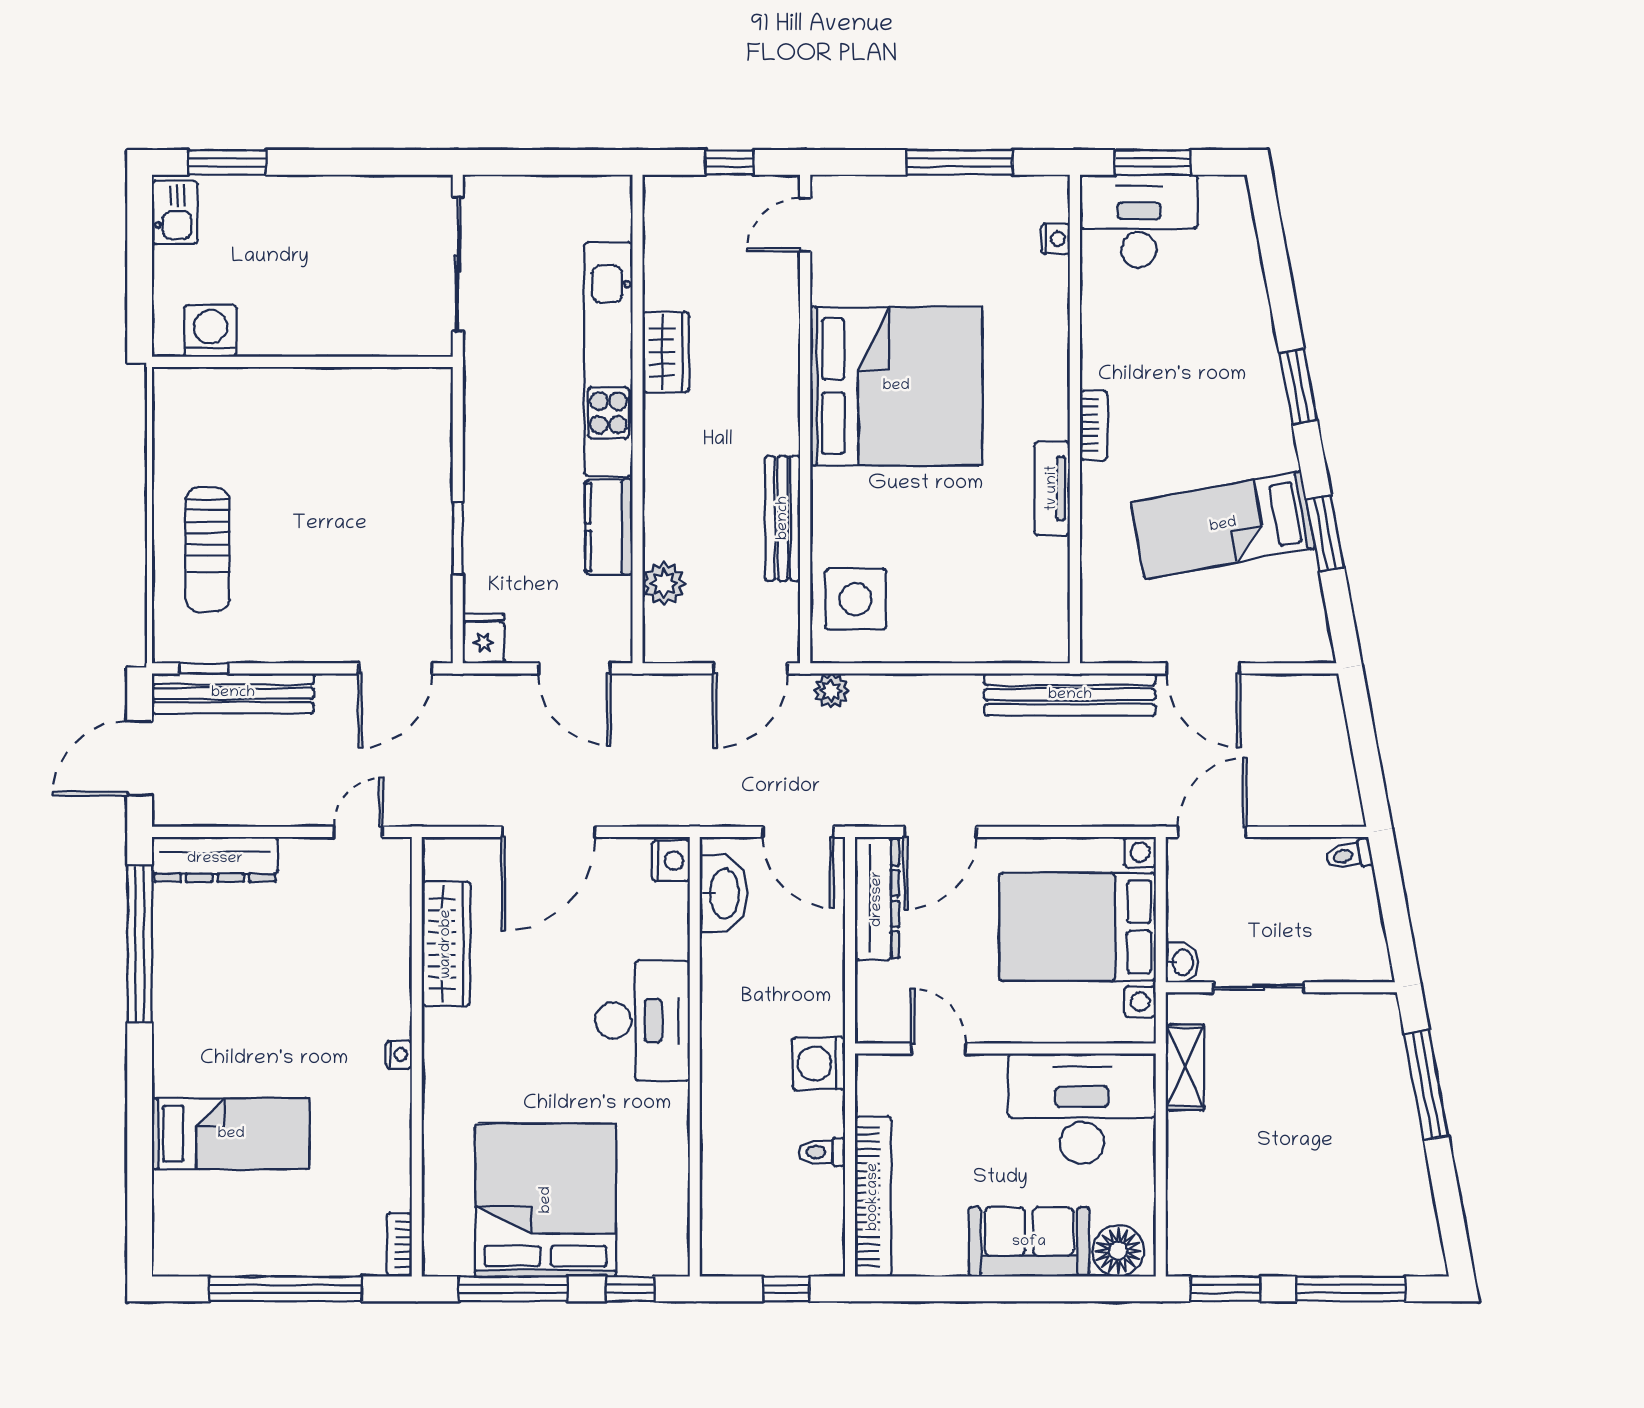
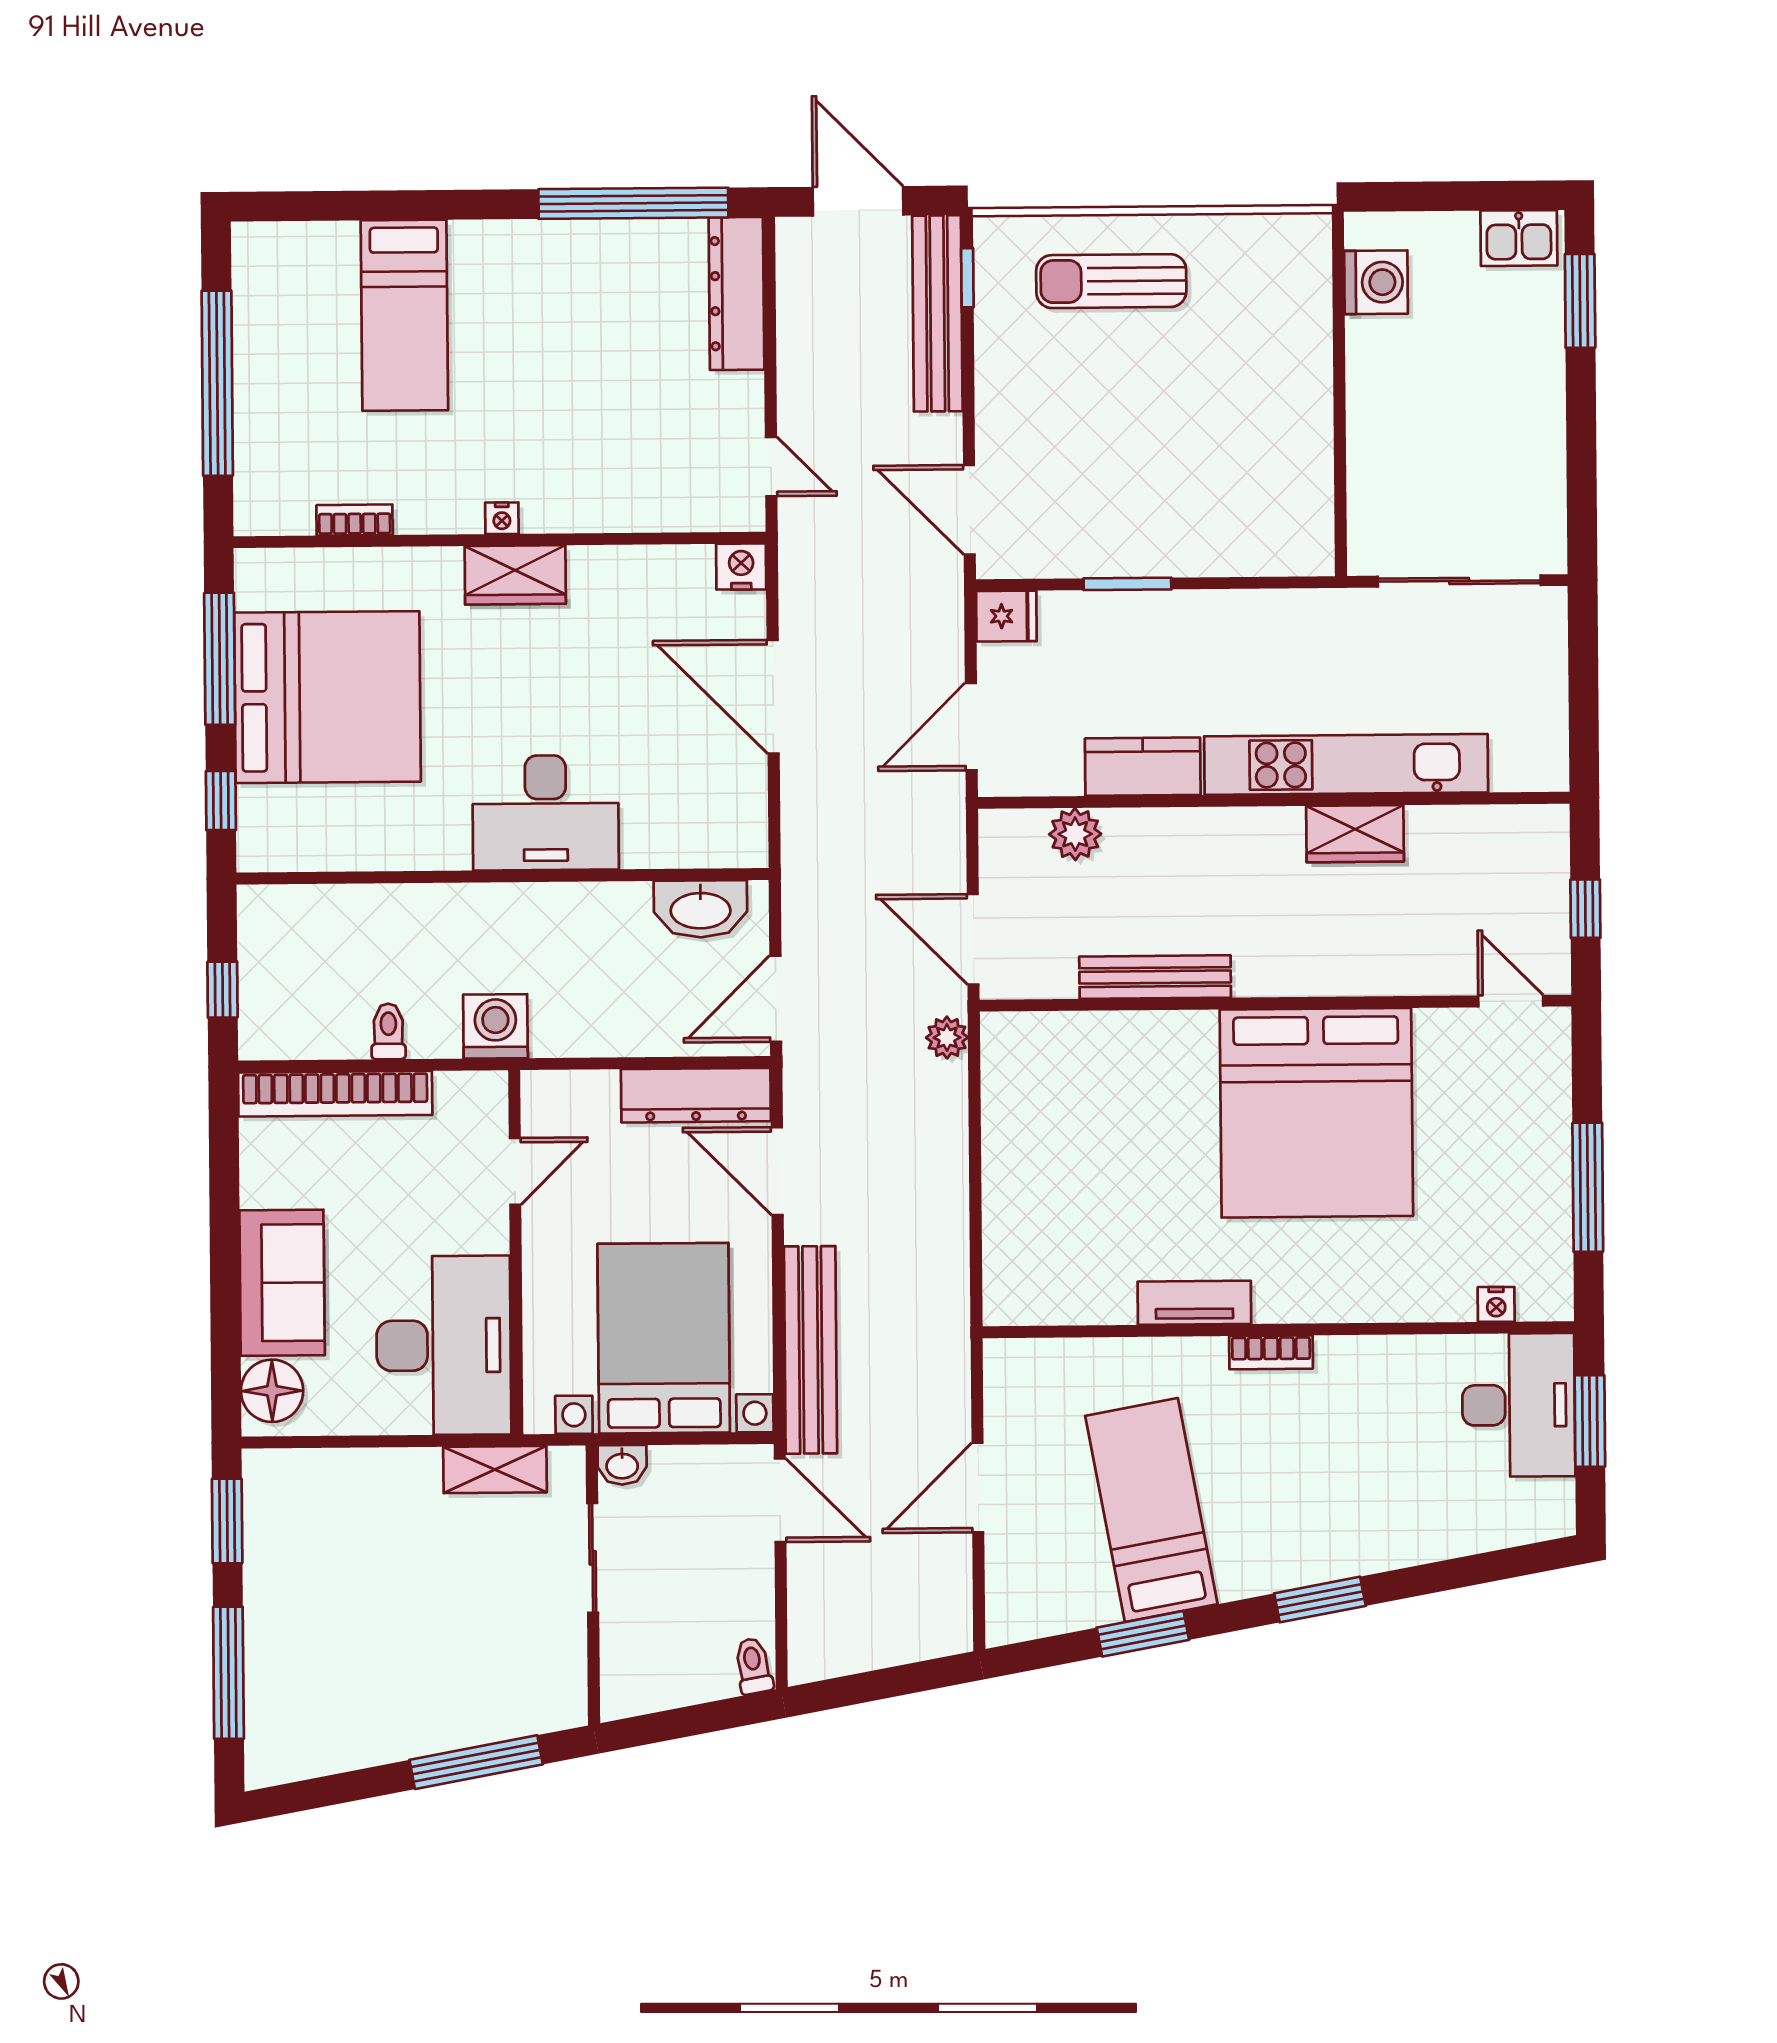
side table: (856, 599) -> (1058, 1066), removed
bench: (1070, 695) -> (811, 1350), moved
nightstand: (671, 861) -> (741, 567), moved, turned 180
wardrobe: (446, 944) -> (515, 575), moved, width x0.67
bookcase: (399, 1244) -> (355, 520), moved

